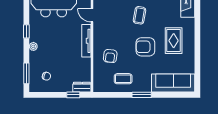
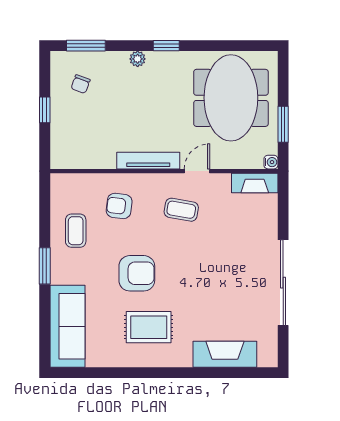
coffee table: (139, 15) -> (181, 210), moved
armchair: (145, 47) -> (137, 273), turned 90
dresser: (82, 87) -> (60, 152), removed
window: (73, 95) -> (45, 110), moved

